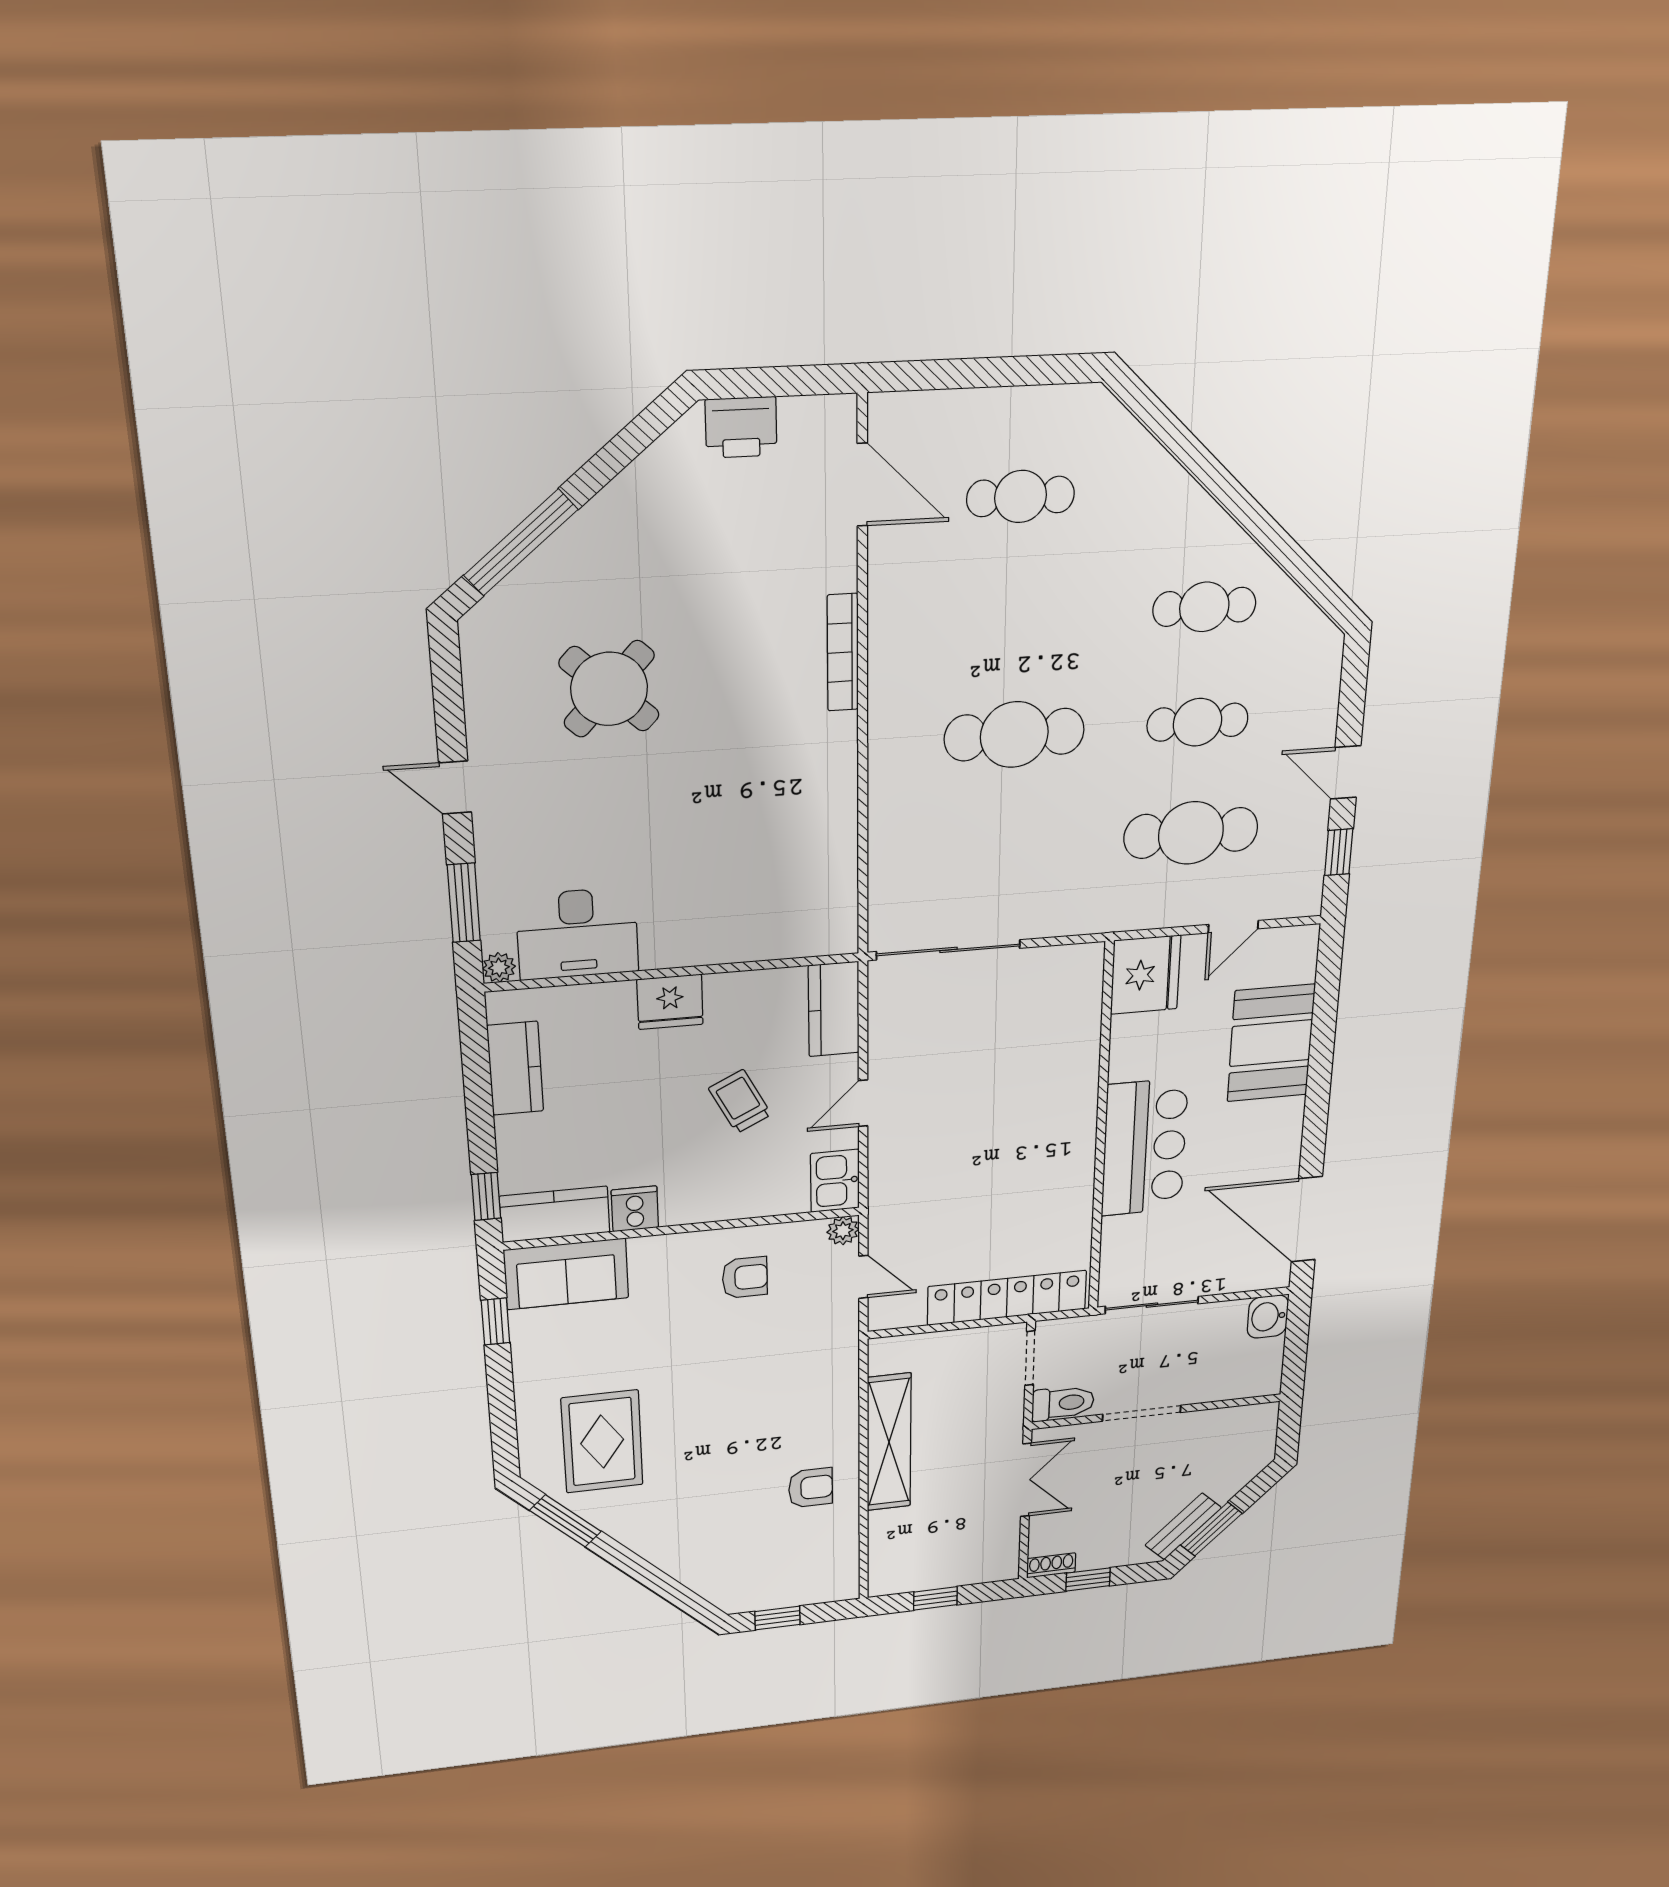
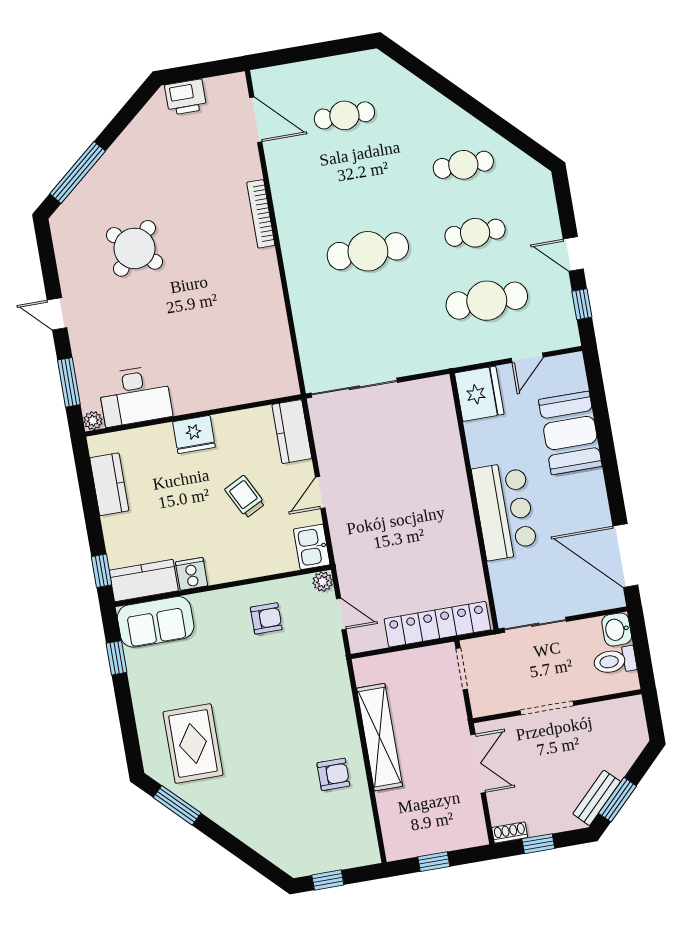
toilet: (1063, 1403) -> (615, 661), moved, turned 180

